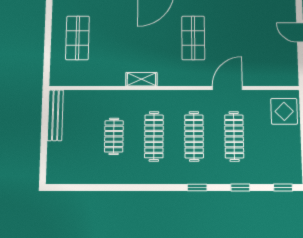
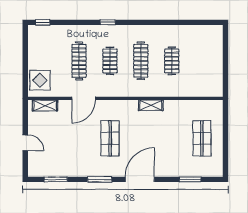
shelving: (276, 79) -> (45, 105), added
bench: (55, 115) -> (217, 77), removed
clothes rail: (194, 136) -> (110, 61), width x0.73
window: (240, 188) -> (75, 22), removed

